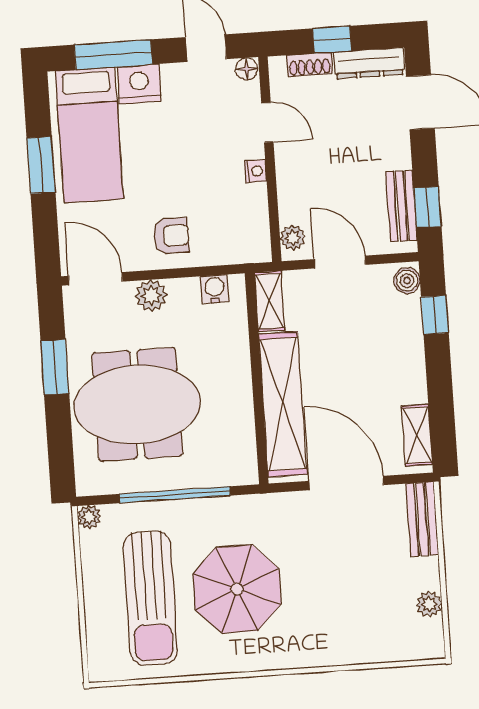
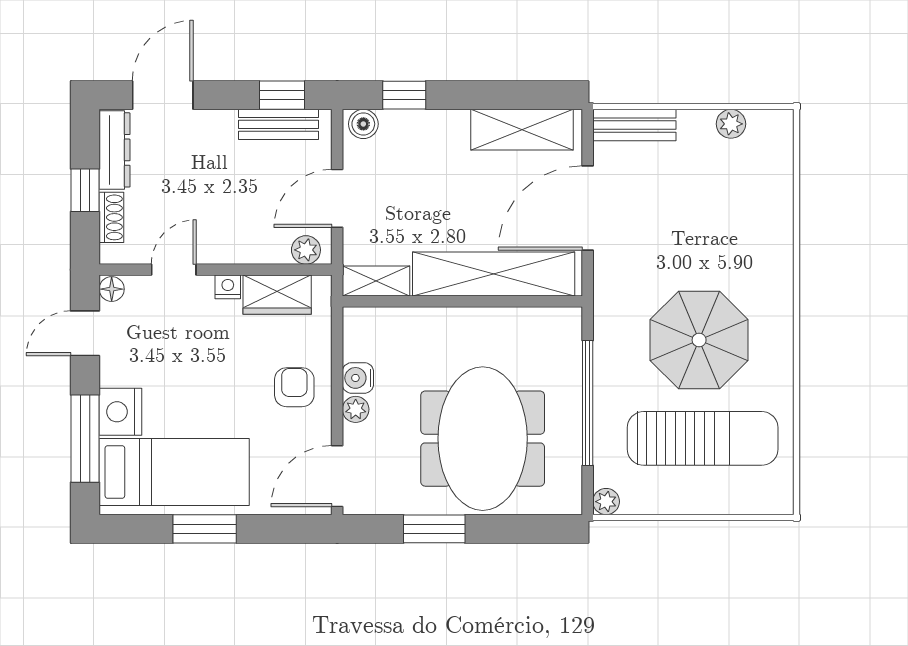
wardrobe: (252, 215) -> (277, 295), added
water cooler: (215, 289) -> (358, 378), moved
plant: (151, 296) -> (356, 409), width x0.73, depth x0.73
shelving: (417, 435) -> (522, 130), width x1.50, depth x1.33

